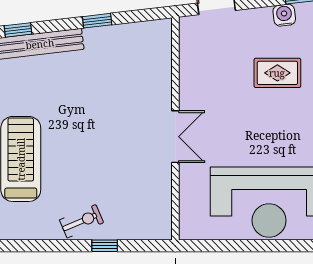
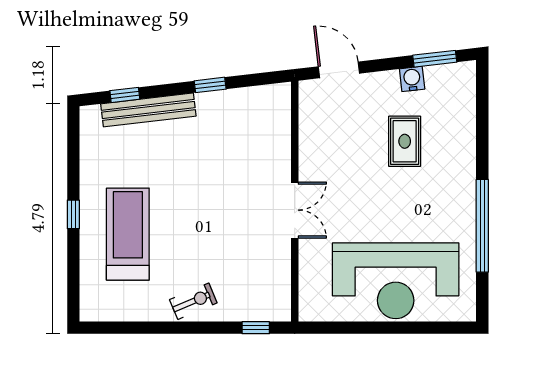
rug: (277, 73) -> (405, 141), turned 90
window: (105, 246) -> (256, 328), moved

